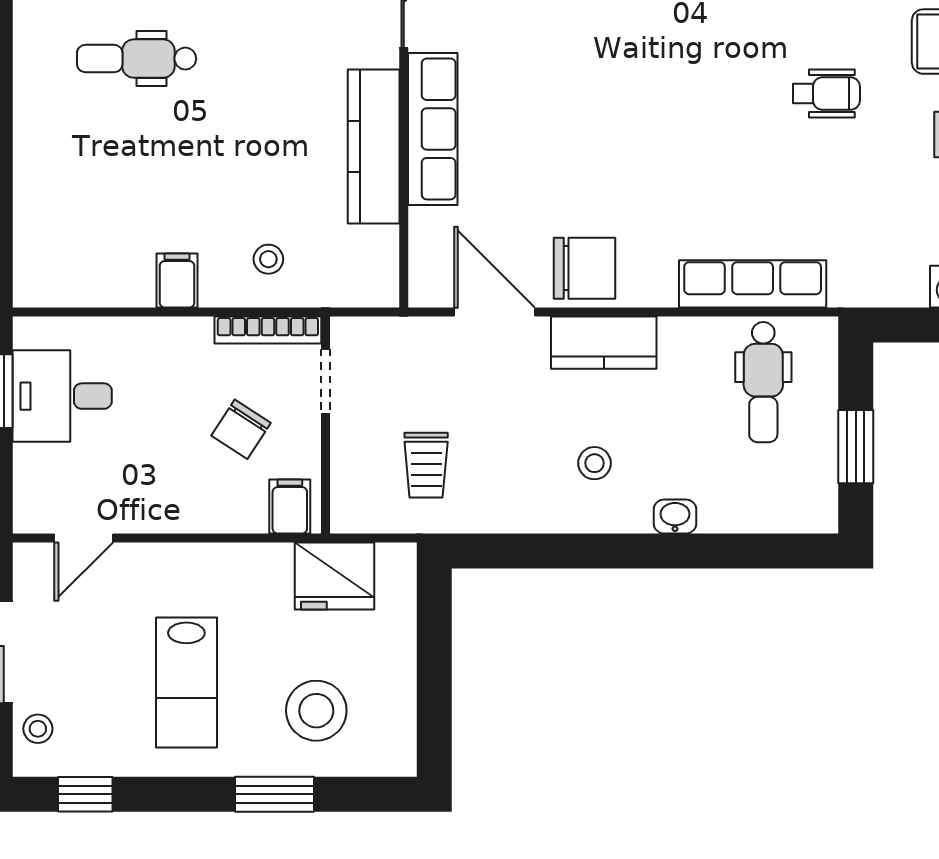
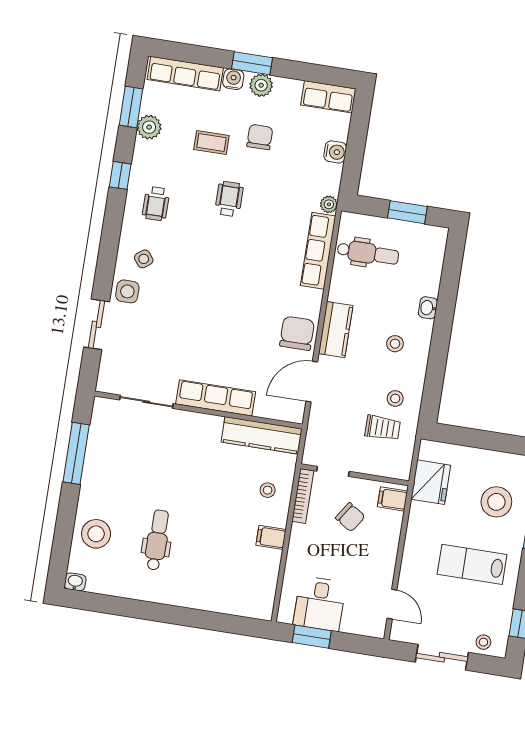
dental chair: (137, 59) -> (157, 540), turned 180
kitchen counter: (374, 147) -> (262, 435), moved
plant: (847, 291) -> (329, 204), added
stool: (487, 481) -> (395, 398), added
lab bench: (186, 682) -> (472, 564), turned 180

